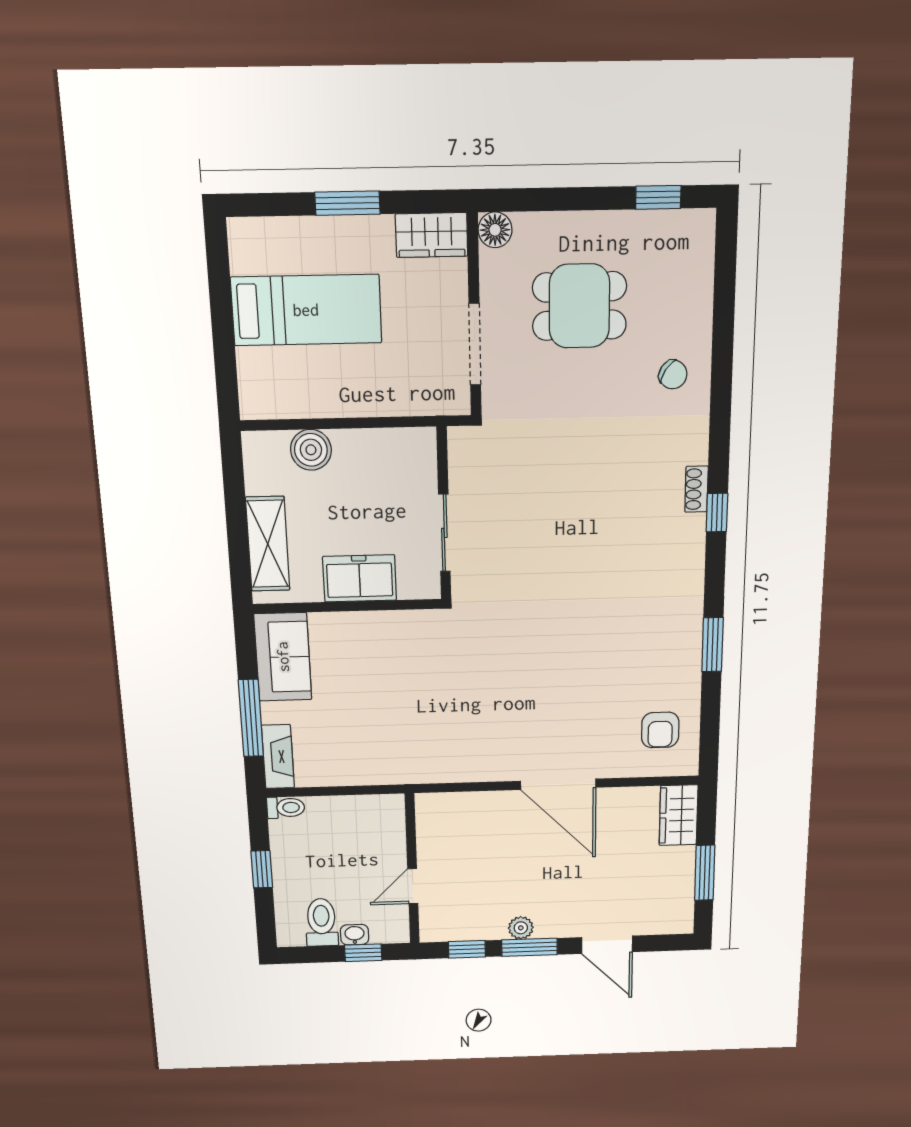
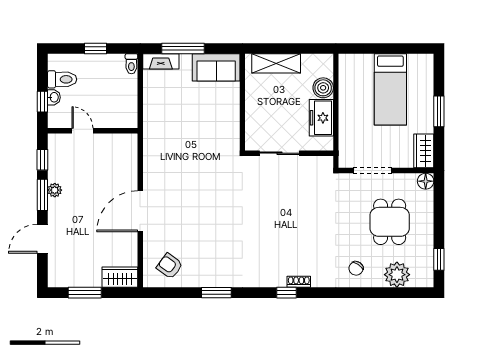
plant: (688, 288) -> (397, 275), added
freezer: (360, 578) -> (321, 118), moved, turned 180
armchair: (660, 730) -> (170, 266), turned 36

